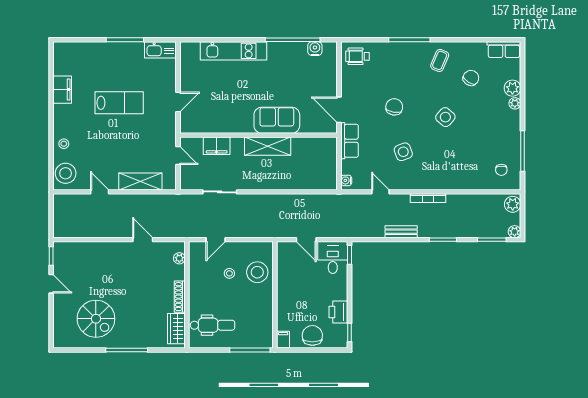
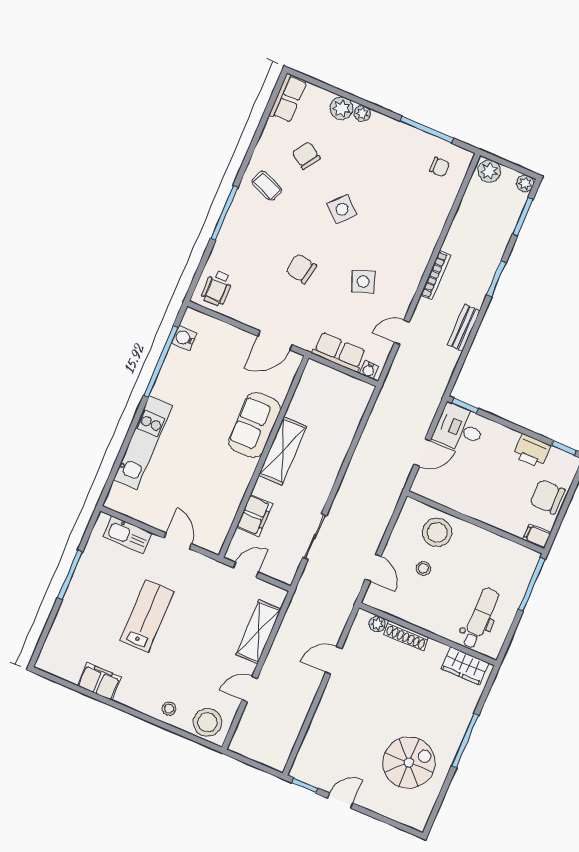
kitchen sink: (160, 50) -> (128, 535), moved, turned 90
row of seats: (349, 141) -> (339, 352), moved
shoe rack: (180, 297) -> (406, 636), moved

